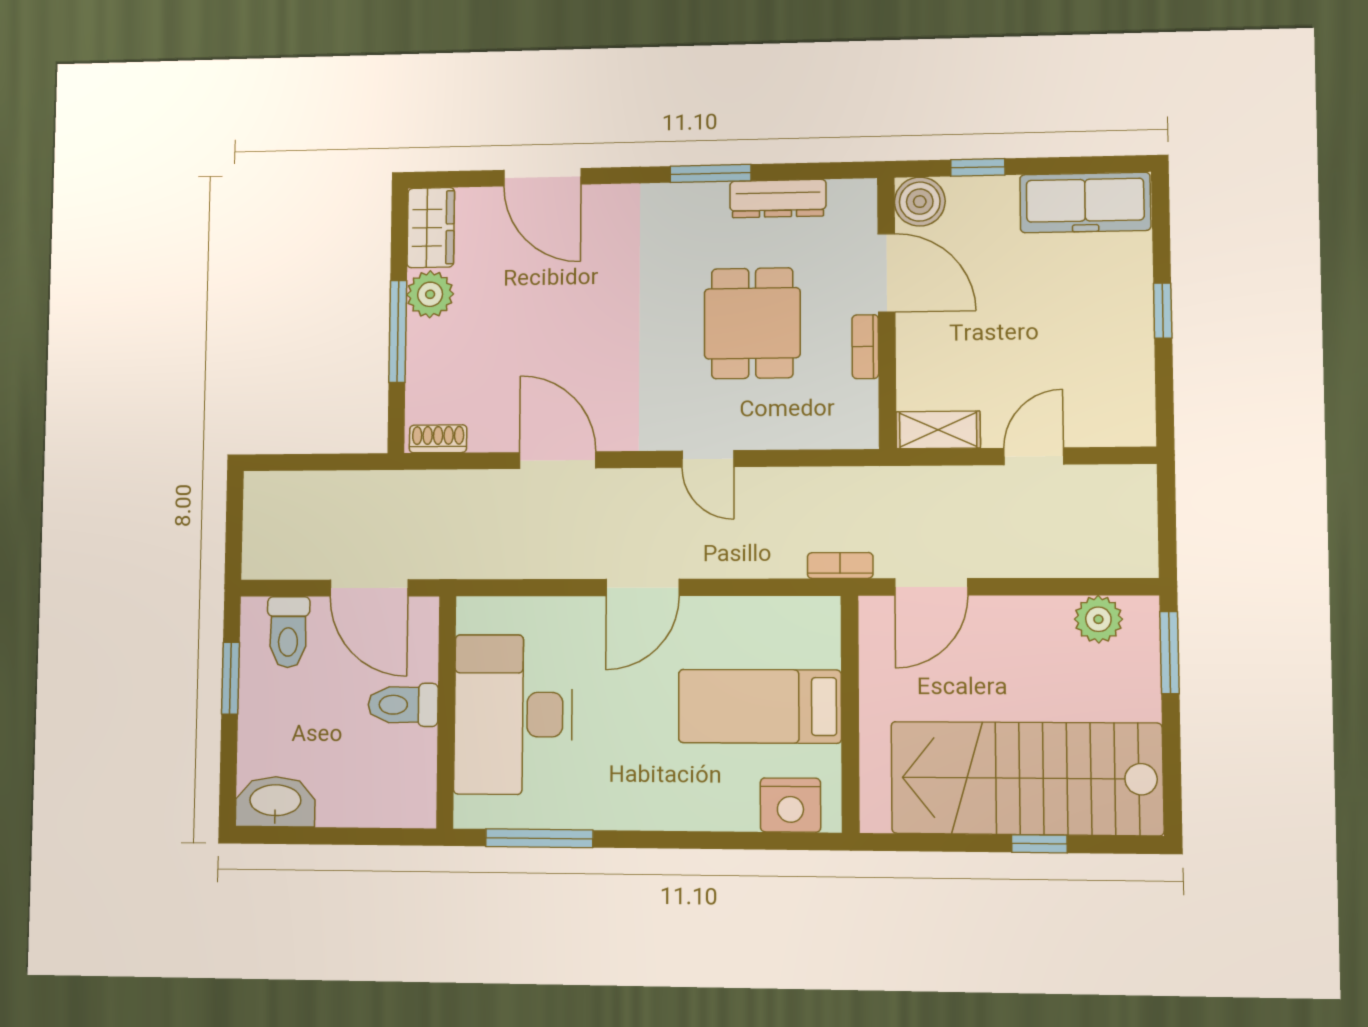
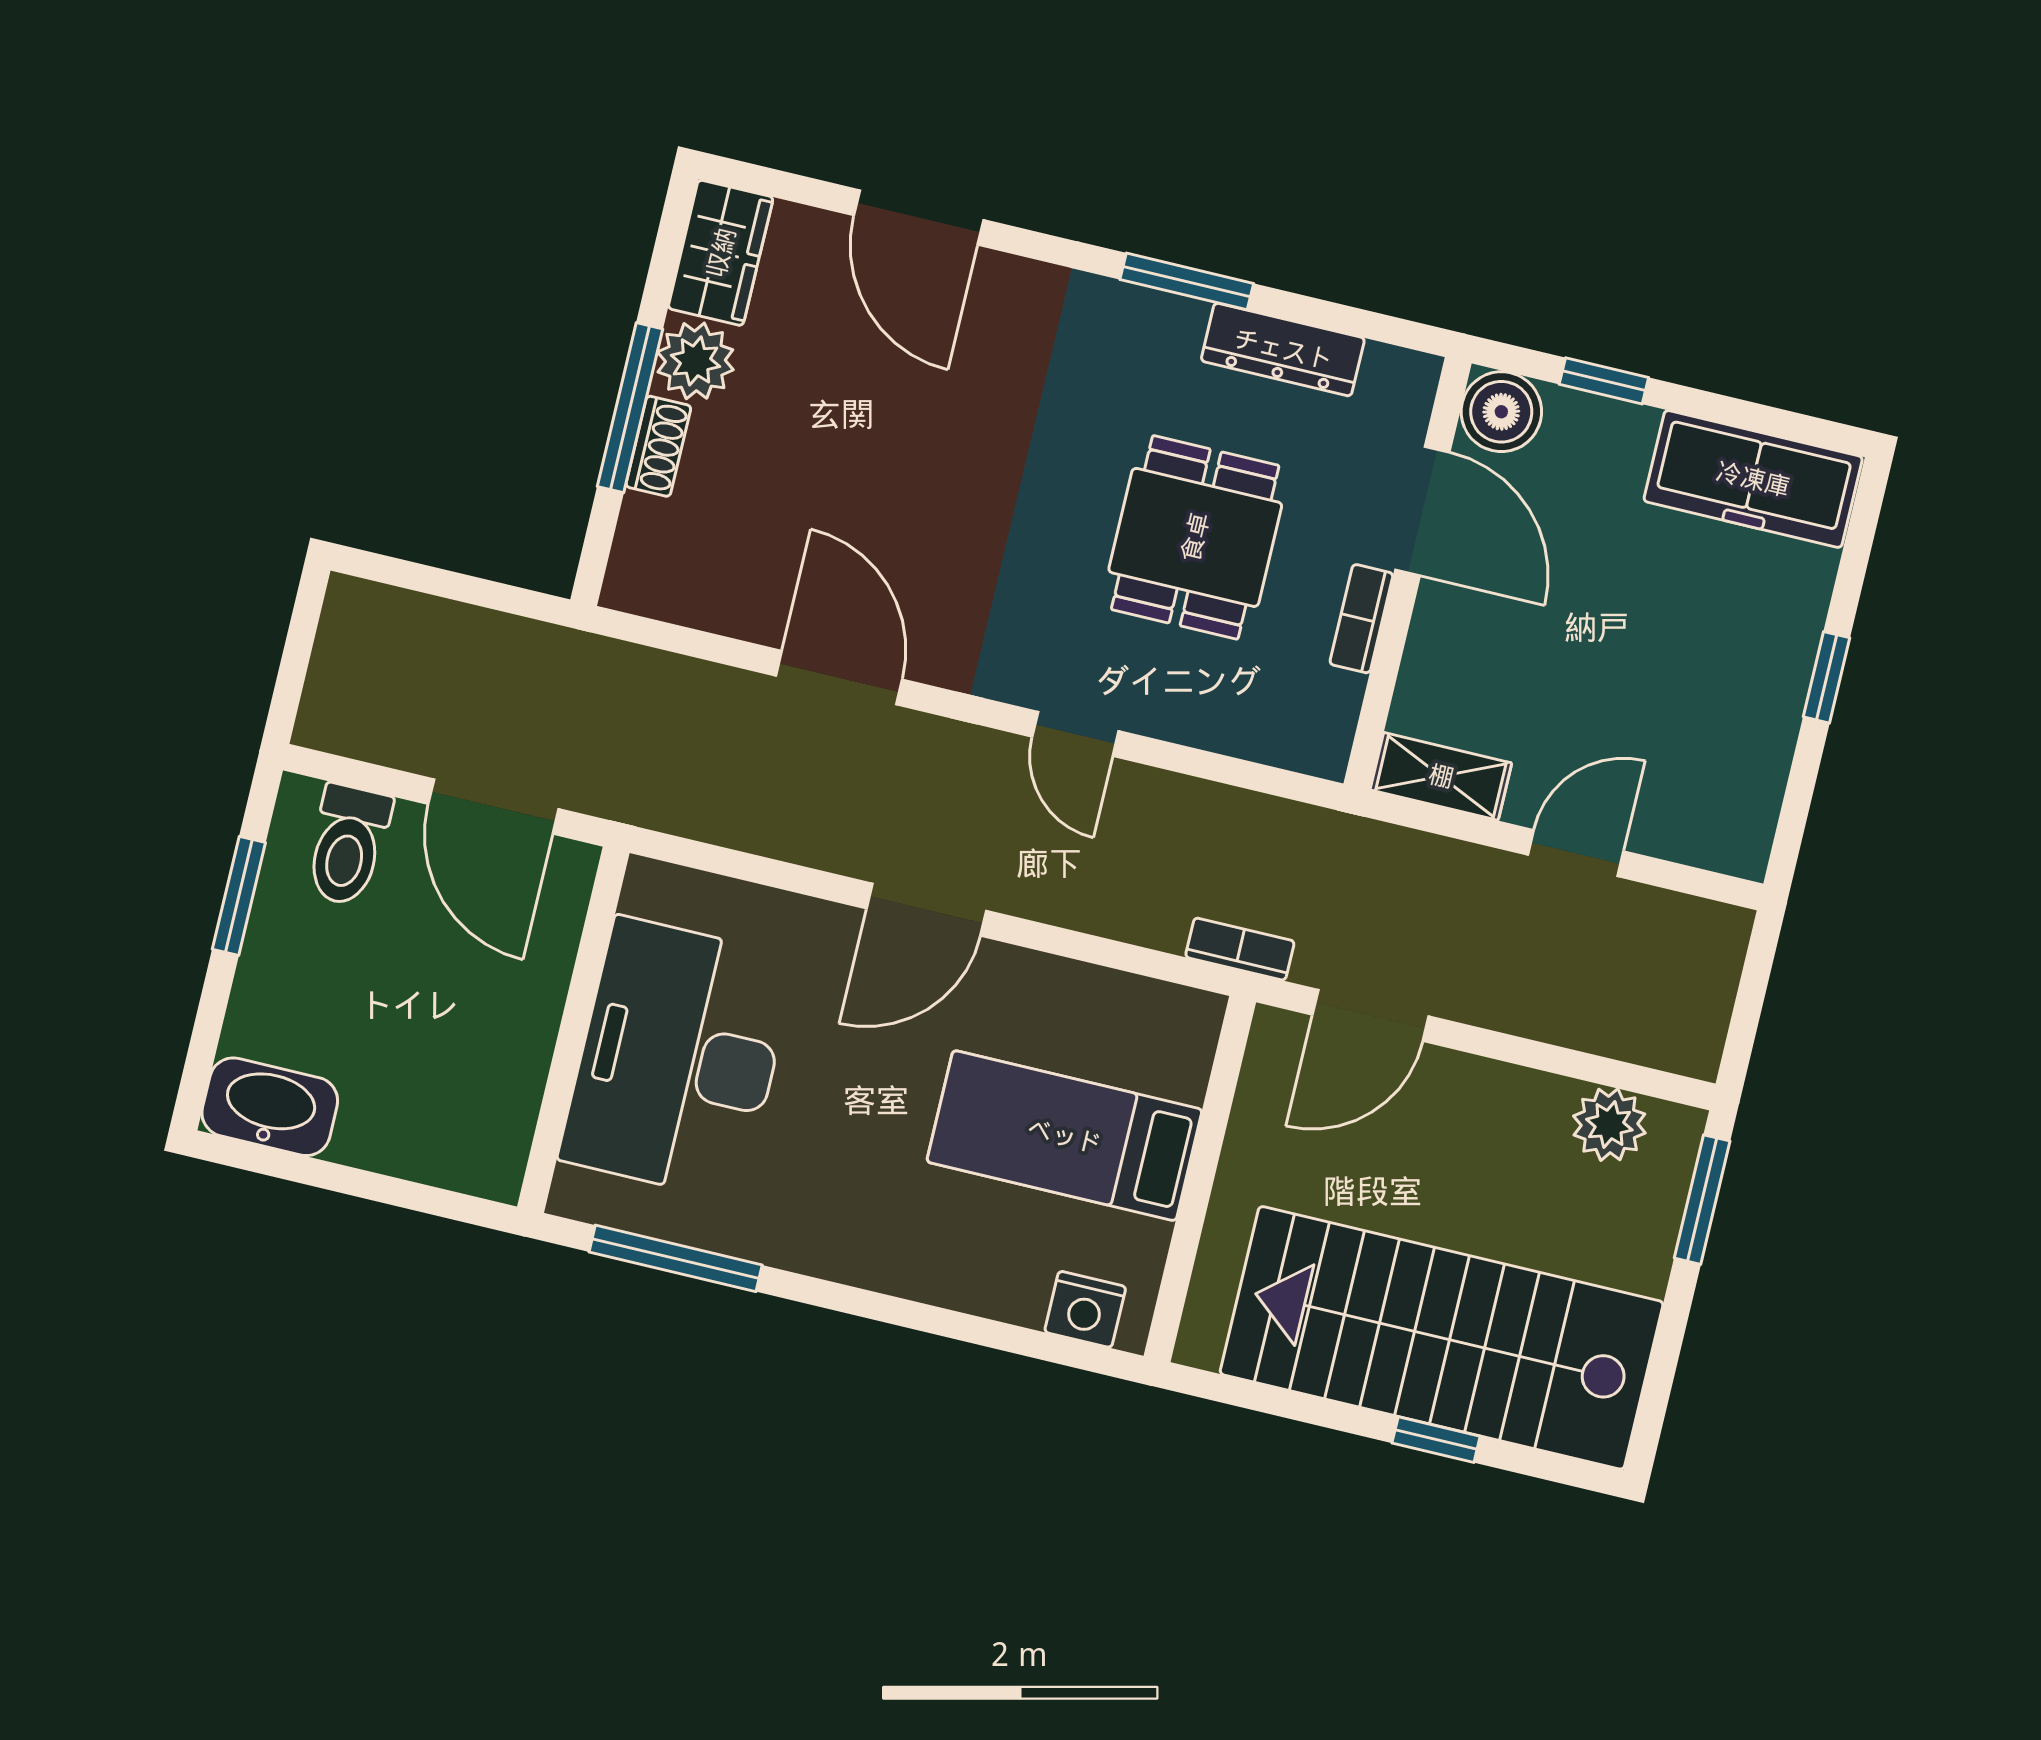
shoe rack: (438, 439) -> (658, 446), moved, turned 90
toilet: (403, 705) -> (507, 1003), removed
nightstand: (790, 805) -> (1085, 1309), width x0.74, depth x0.75

